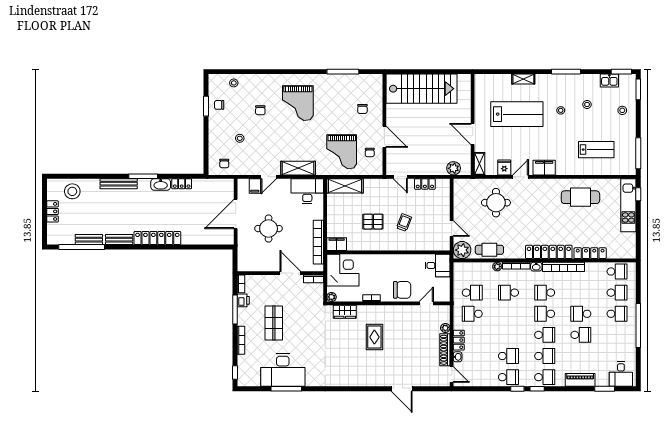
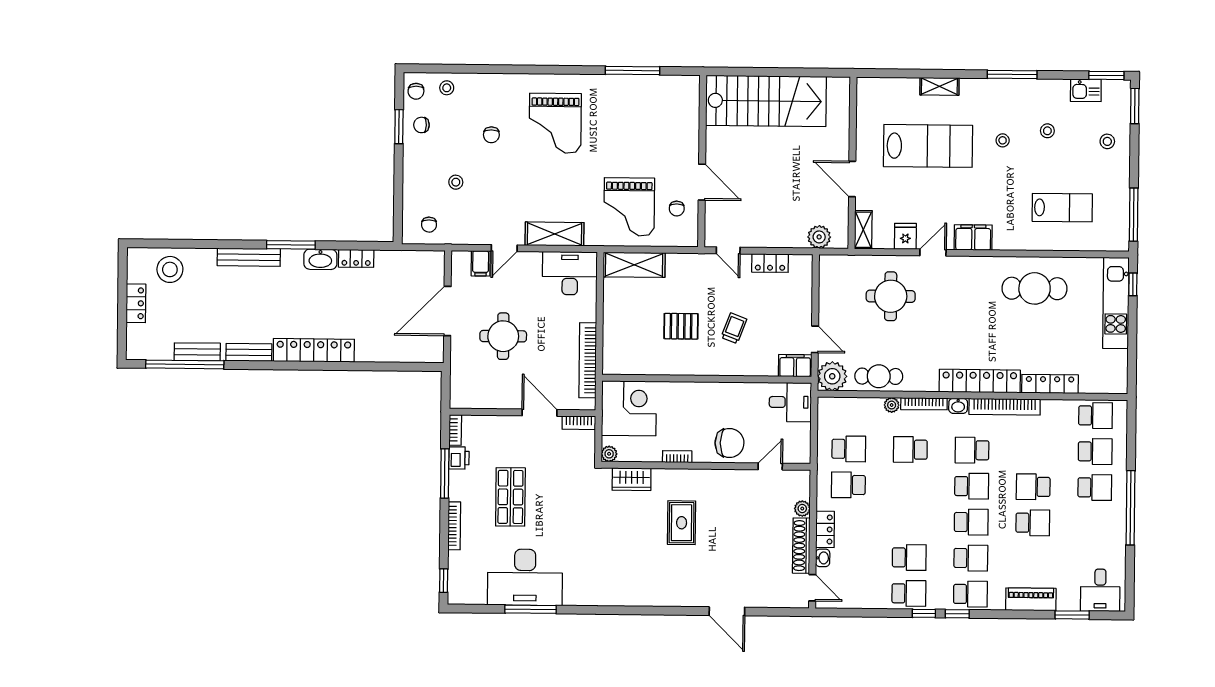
chair: (362, 109) -> (416, 91), moved
filing cabinet: (337, 244) -> (795, 366), moved
school desk: (545, 314) -> (972, 486), turned 180

